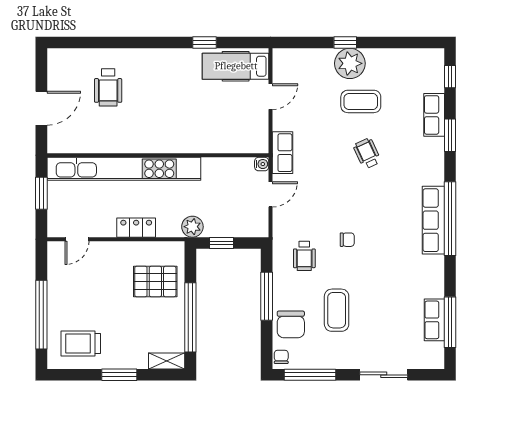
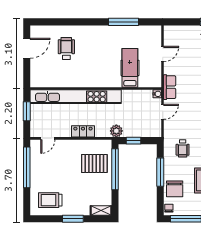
window: (204, 43) -> (123, 22), width x2.17
hospital bed: (236, 66) -> (130, 68), moved, turned 90
wheelchair: (108, 87) -> (66, 49), turned 180
door: (41, 108) -> (27, 48), moved
window: (41, 315) -> (27, 167), moved
window: (190, 317) -> (115, 169), moved

